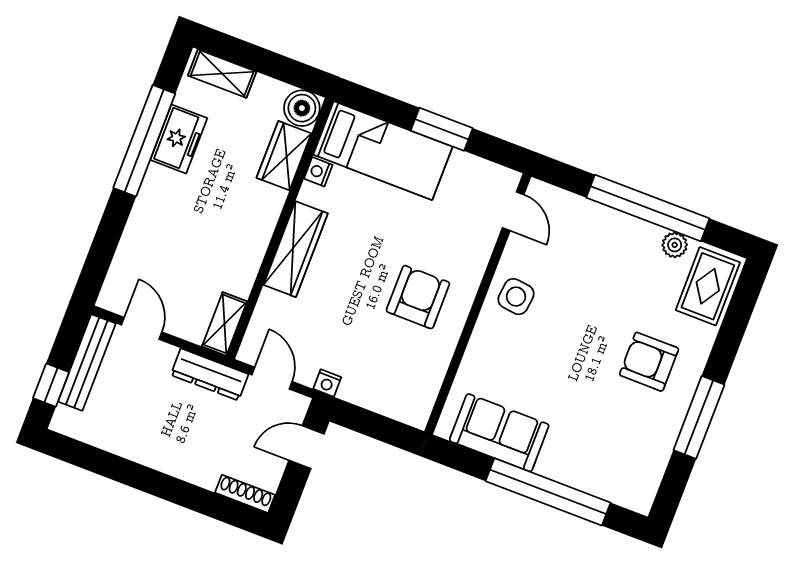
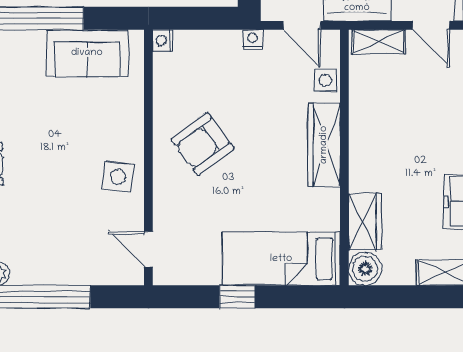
window: (442, 129) -> (237, 297), width x0.67
nightstand: (318, 172) -> (163, 40), moved, turned 180
armchair: (418, 297) -> (202, 144), turned 53
side table: (270, 314) -> (325, 80), added
shelving: (225, 324) -> (378, 42), moved, turned 90

